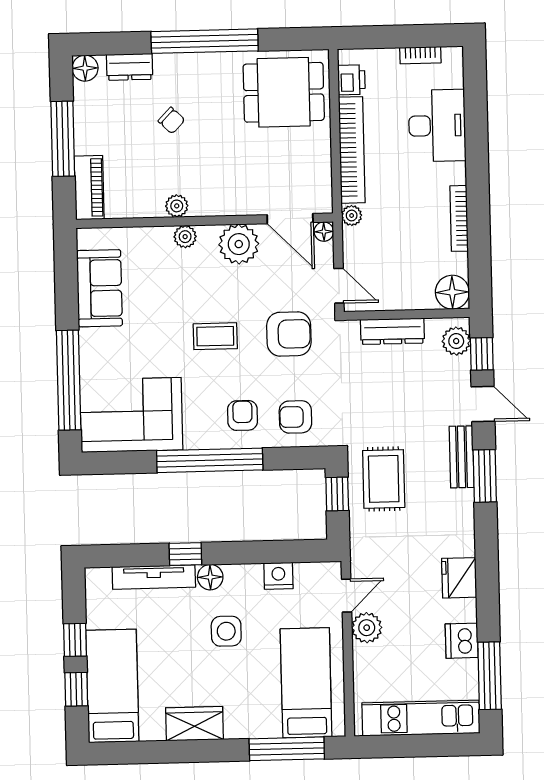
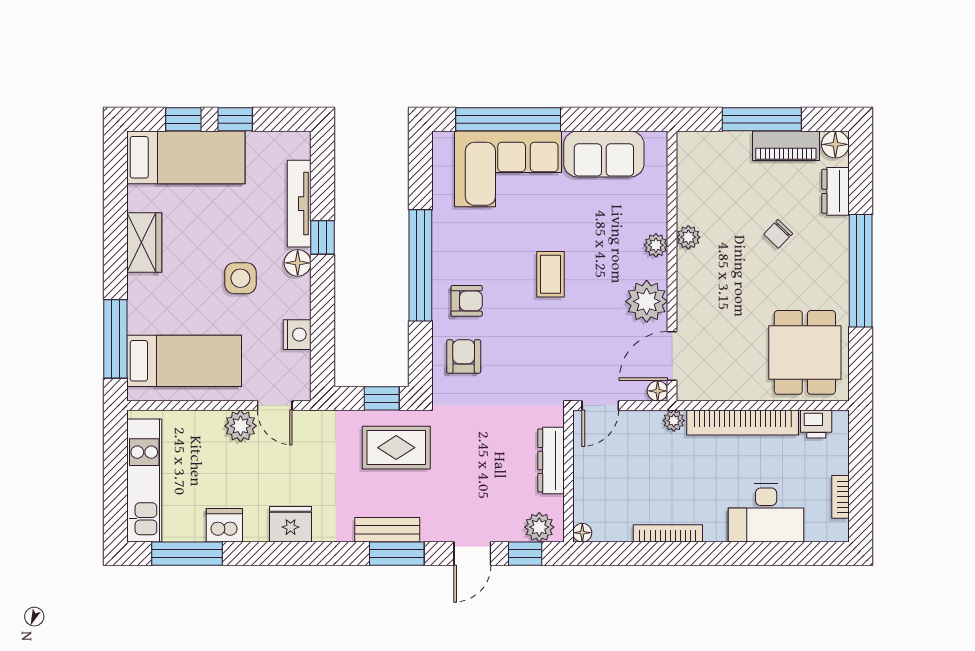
piano: (89, 188) -> (786, 146), moved
floor lamp: (452, 292) -> (582, 533), width x0.53, depth x0.53
armchair: (289, 334) -> (551, 352), removed
corner sofa: (131, 415) -> (508, 169), moved, turned 90
bench: (462, 457) -> (387, 530), moved

